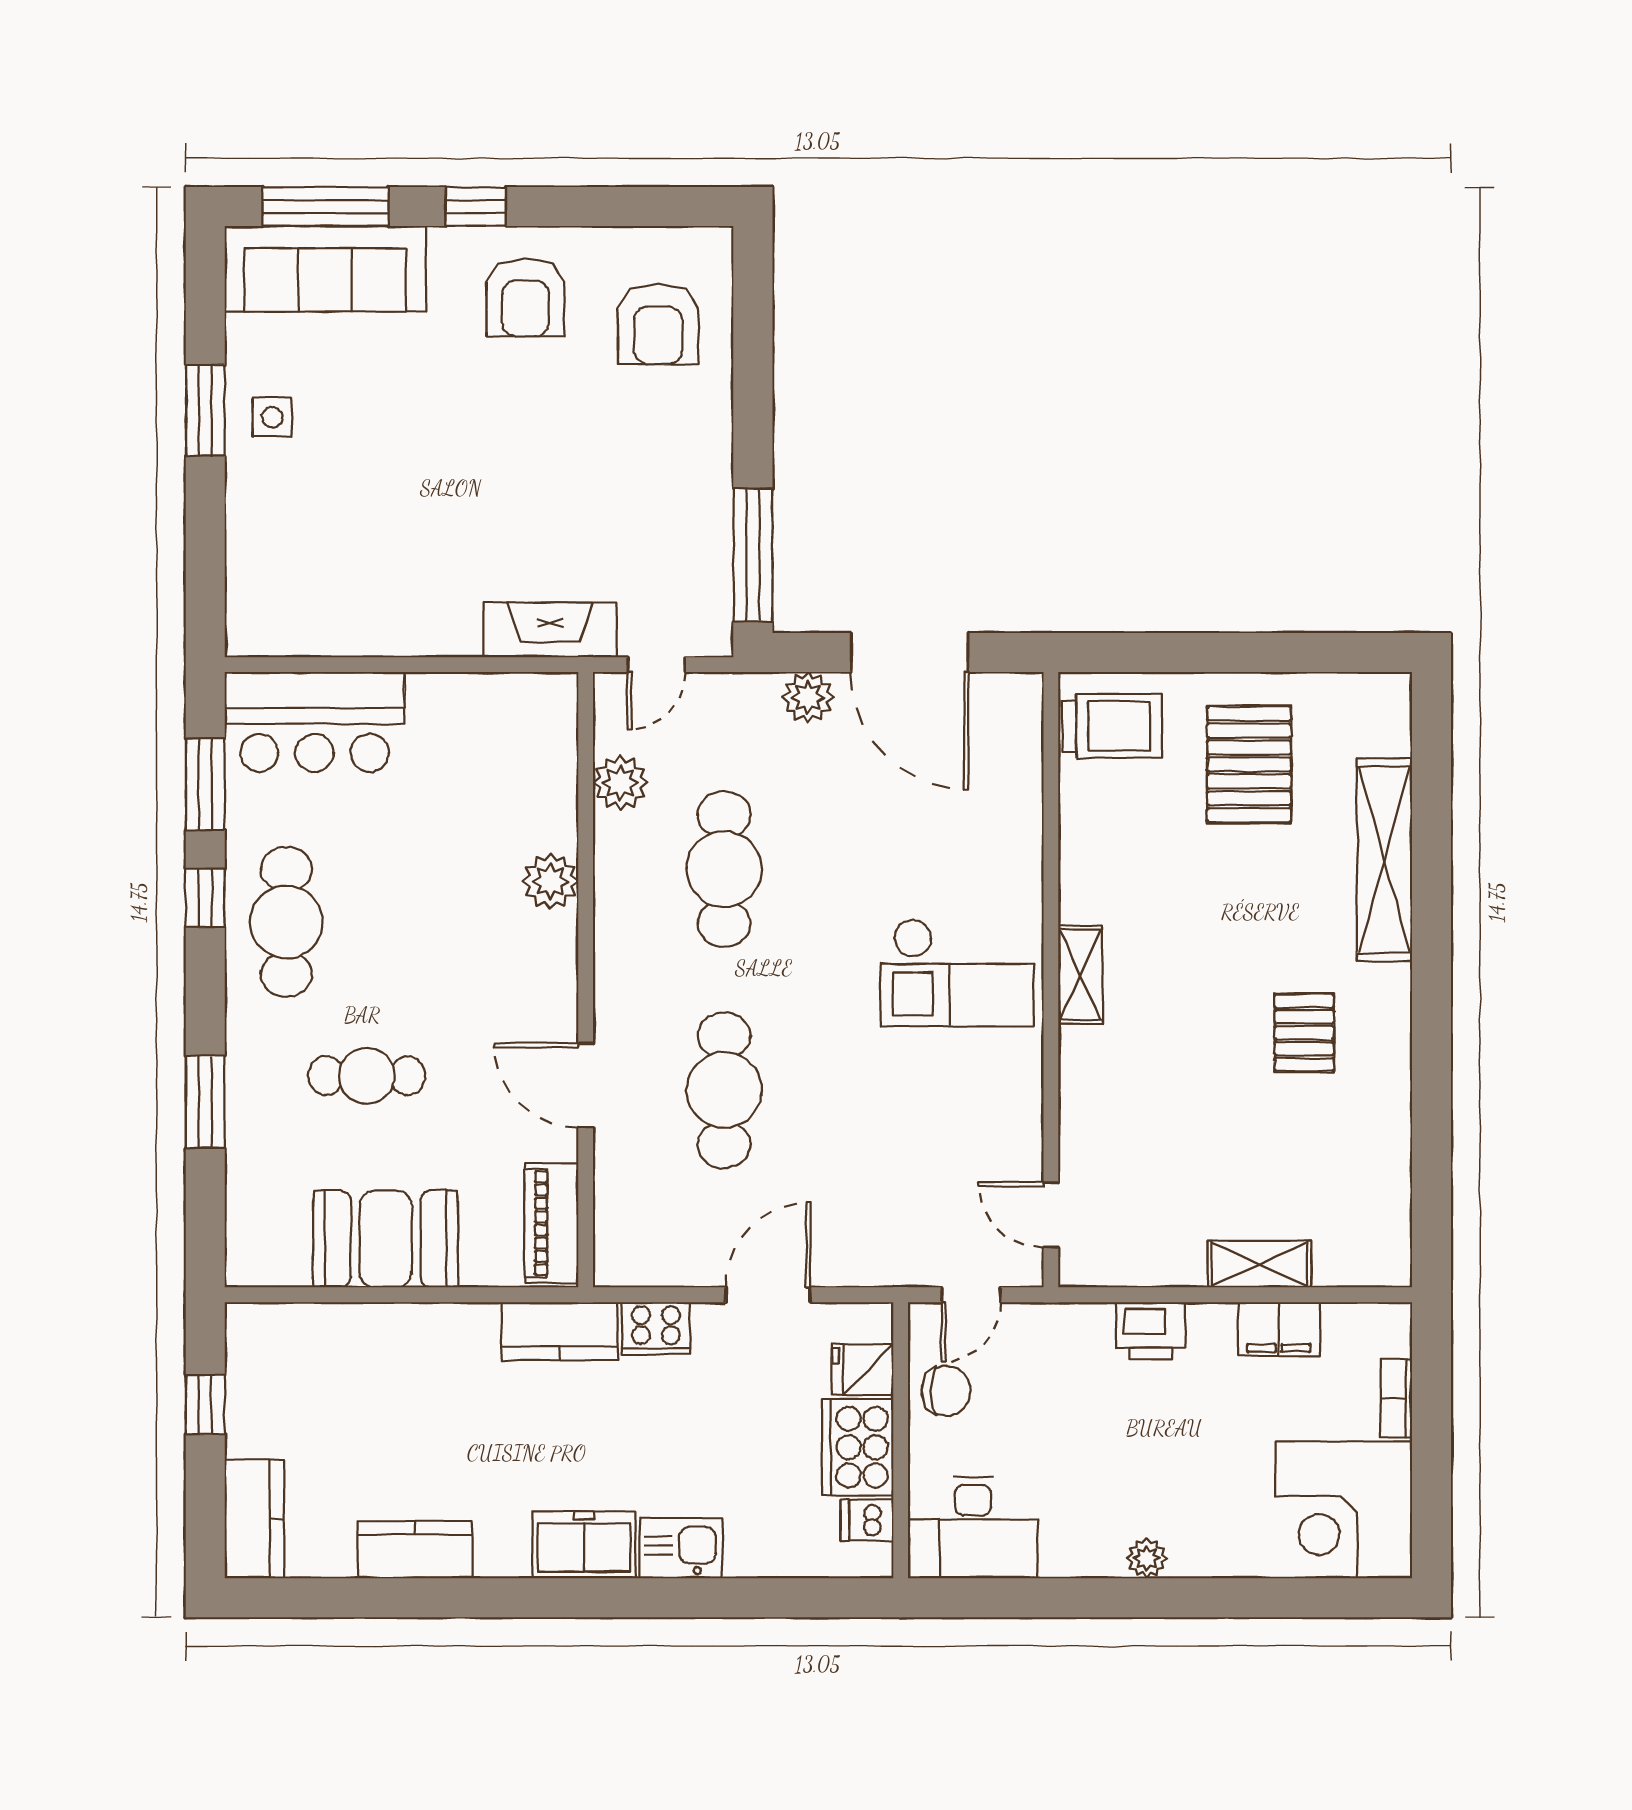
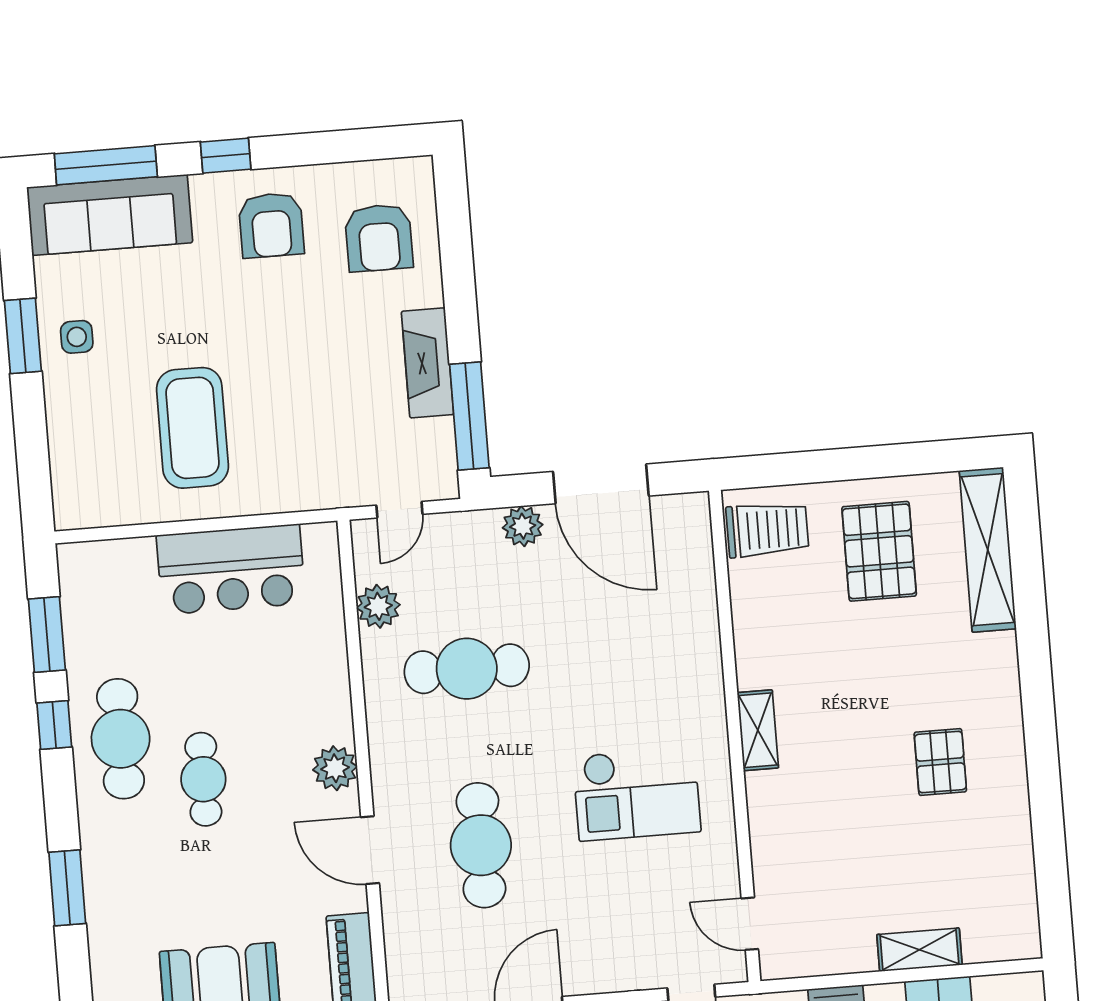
coffee table: (407, 542) -> (192, 428), added
fireplace: (550, 630) -> (427, 363), moved, turned -90
bar counter: (315, 722) -> (231, 569), moved
shelving: (1384, 860) -> (988, 550), moved
cafe table: (724, 869) -> (467, 669), turned 90
plant: (550, 881) -> (335, 768), moved
checkout: (957, 973) -> (637, 794), moved
cafe table: (367, 1076) -> (203, 779), moved, turned 90

